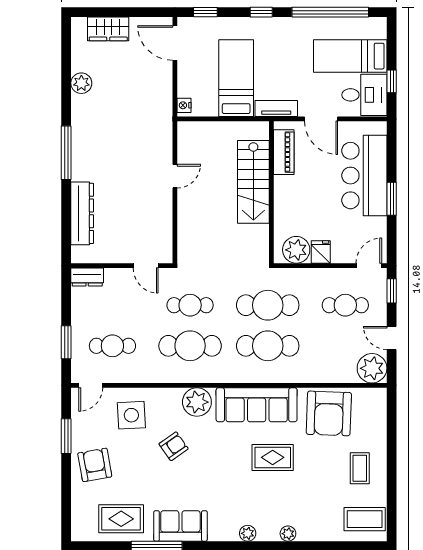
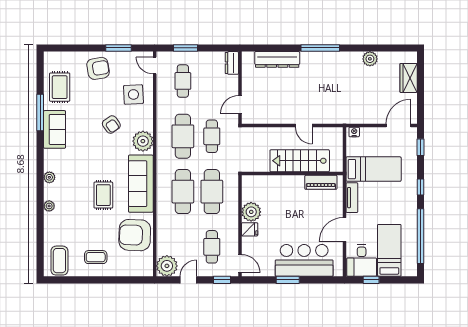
piano: (284, 152) -> (321, 182), moved
stairs: (253, 182) -> (300, 161), moved
wall: (271, 192) -> (292, 174), moved

